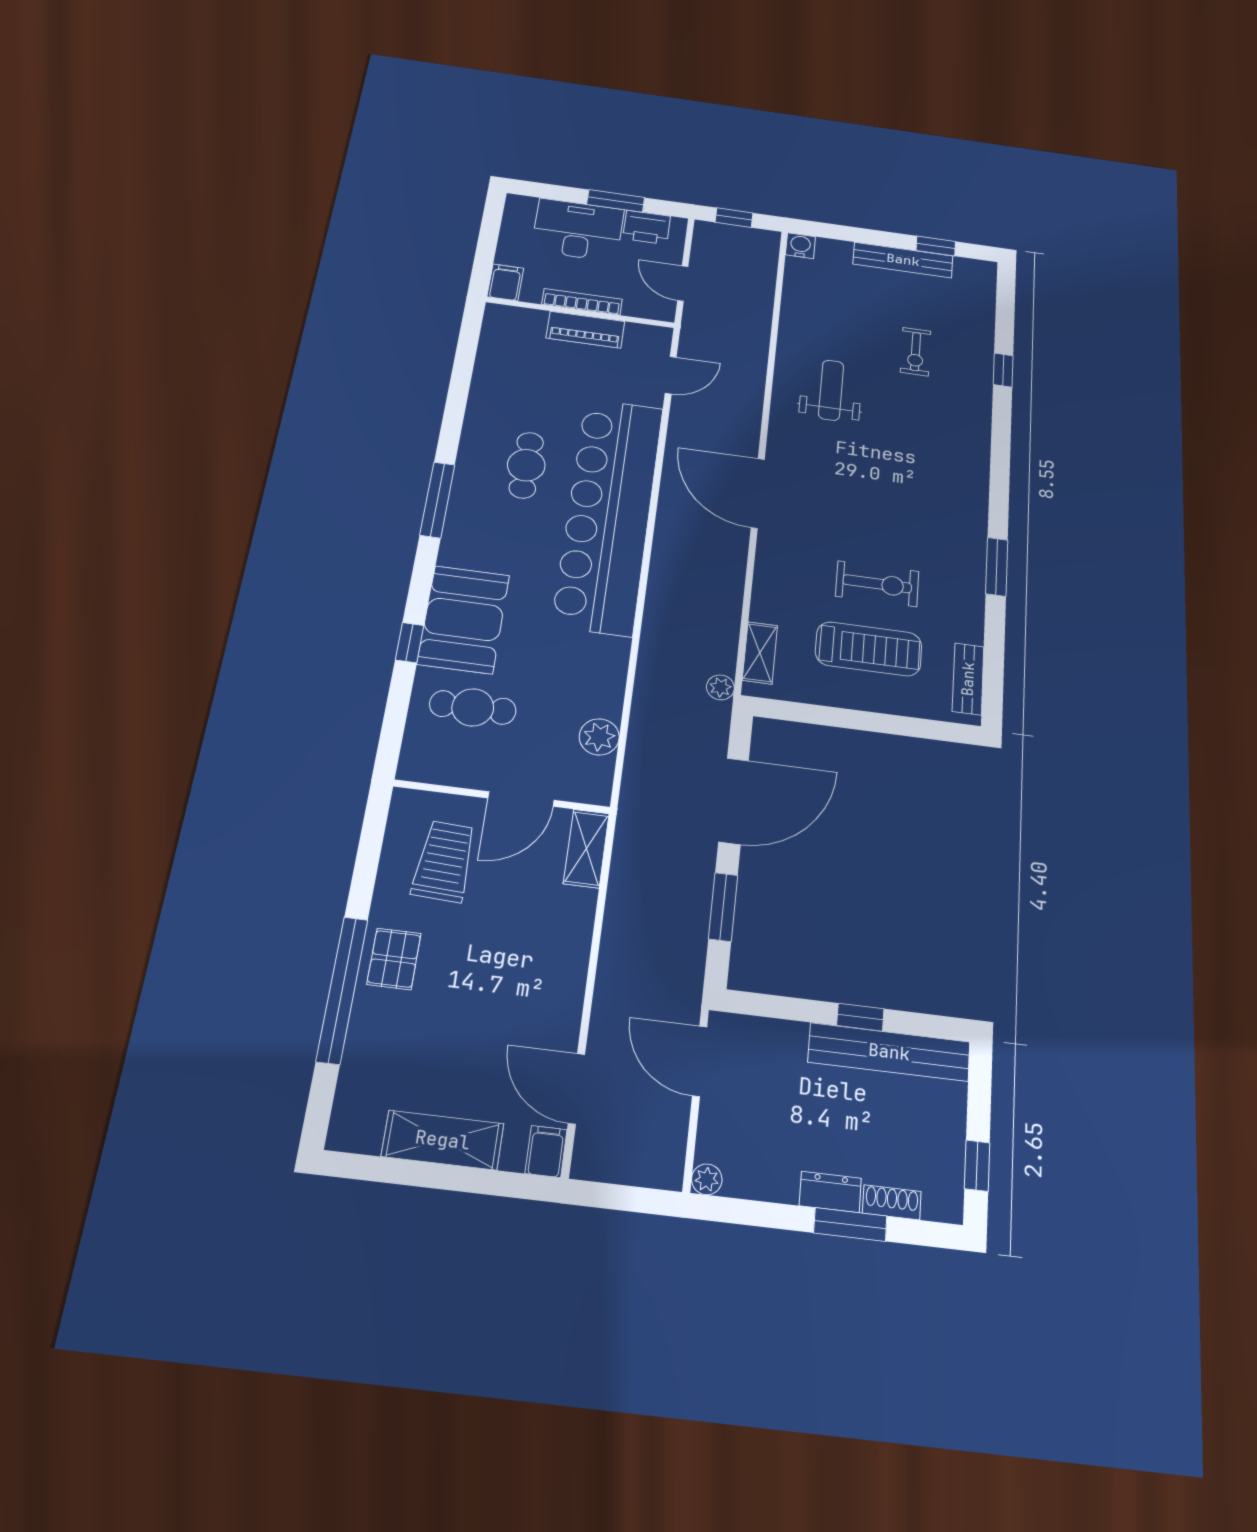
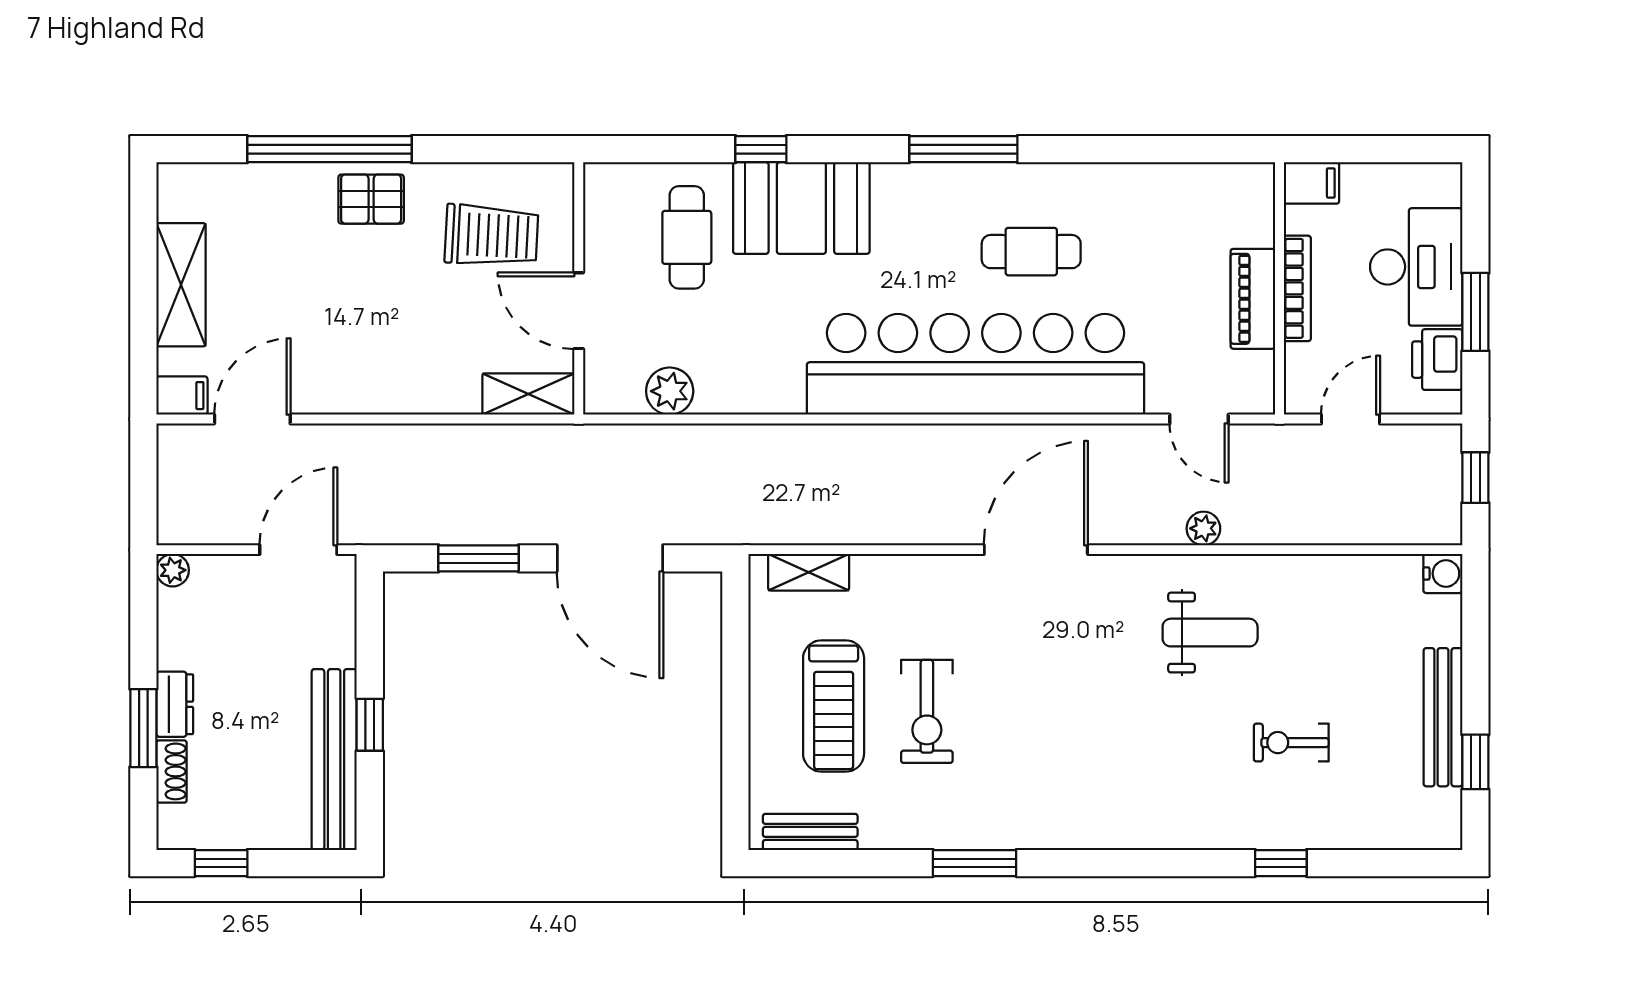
plant: (720, 687) -> (1203, 528), moved

